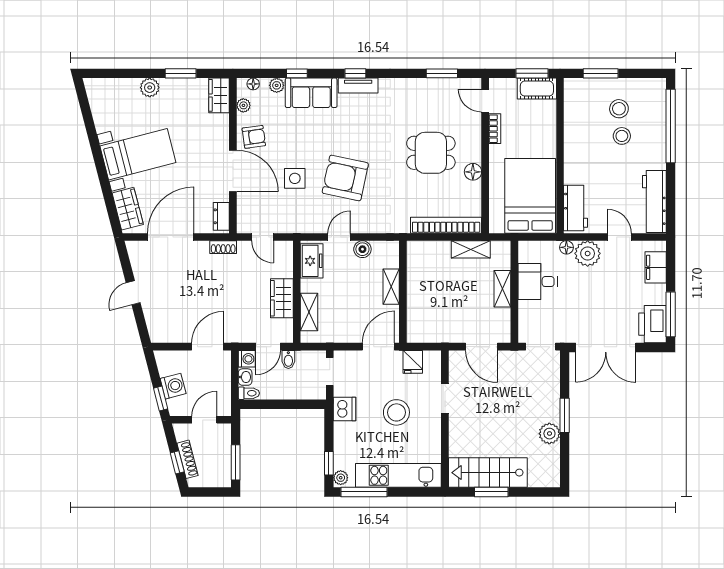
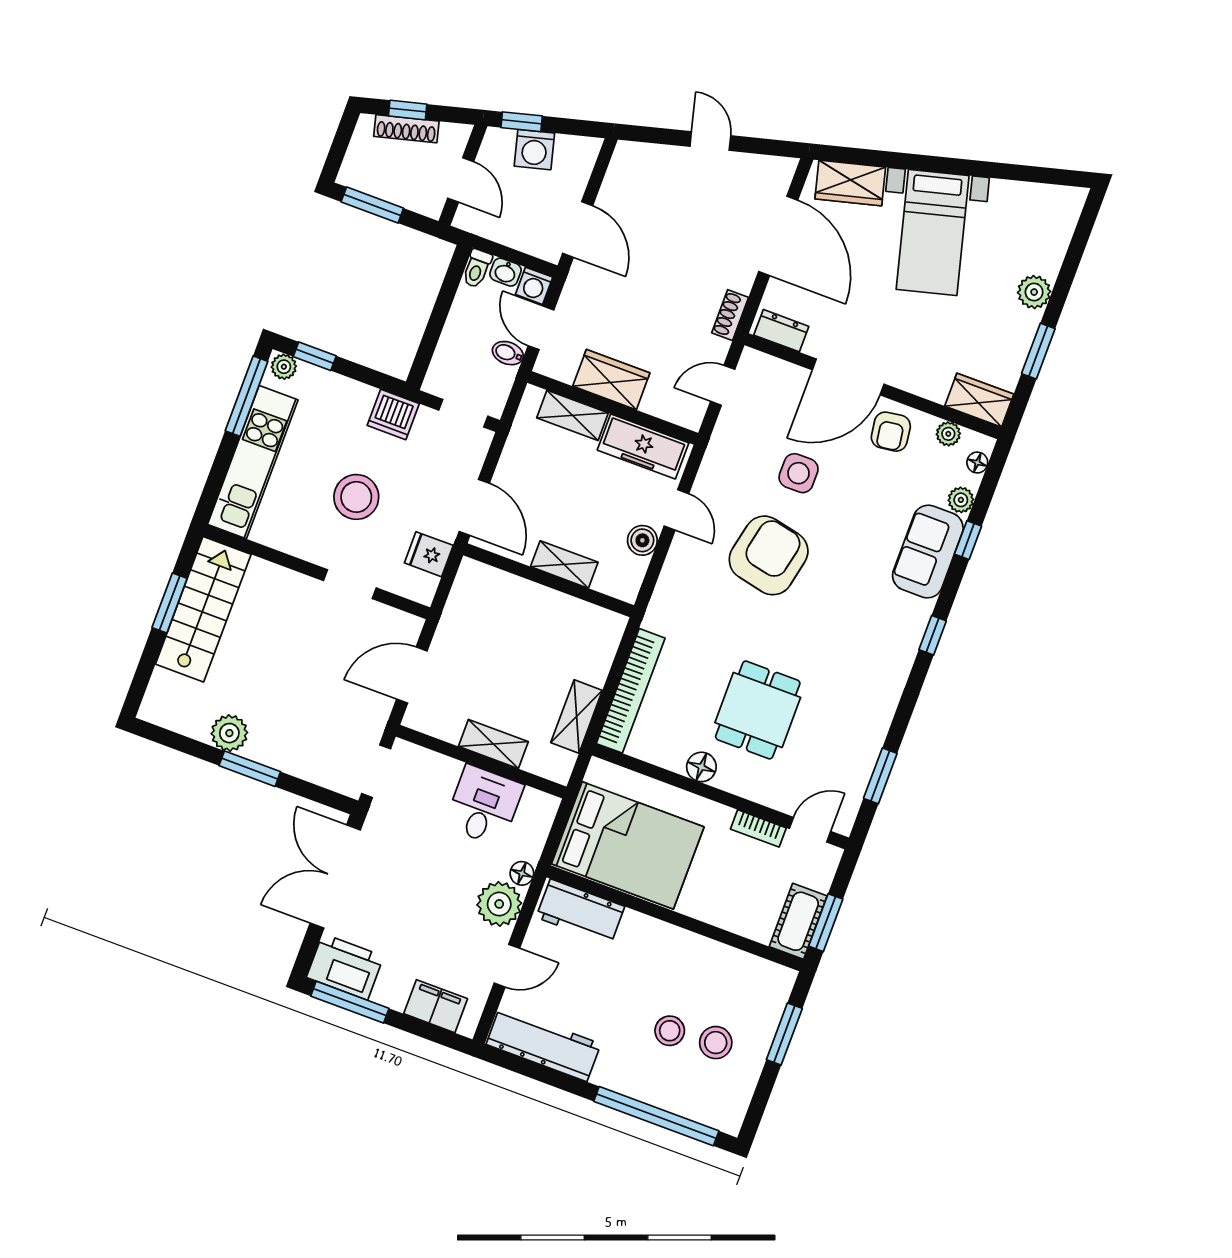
tv unit: (358, 86) -> (911, 632), removed
freezer: (312, 261) -> (643, 446), width x1.40

